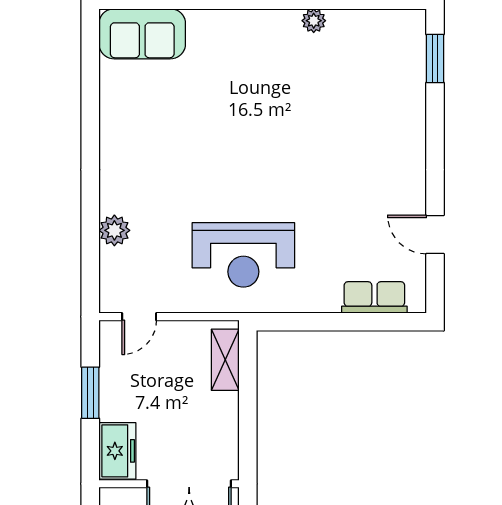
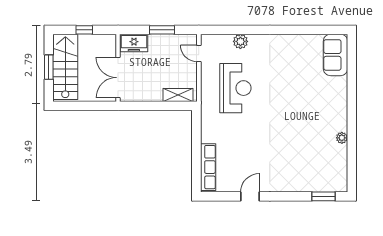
door: (435, 234) -> (250, 196), moved
reception desk: (243, 255) -> (235, 88), moved, turned 180
row of seats: (374, 297) -> (208, 167), width x1.48

